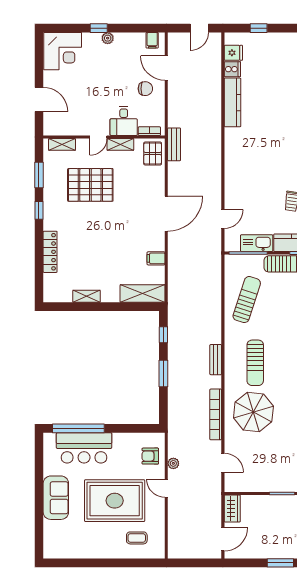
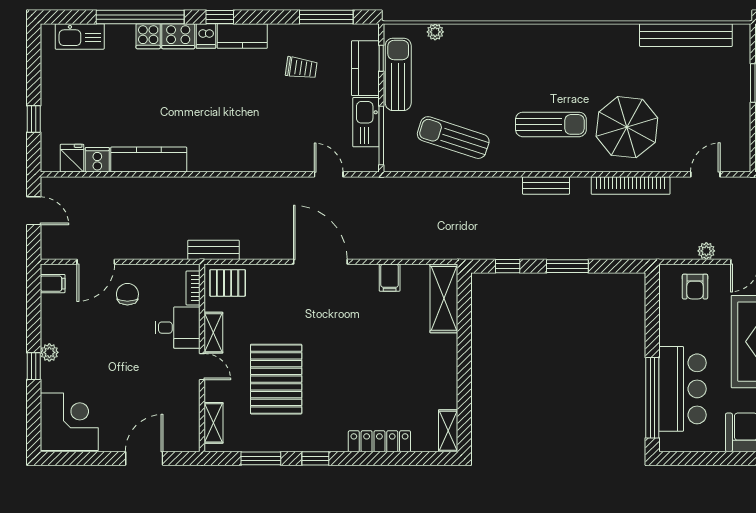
shelving: (86, 296) -> (448, 431), moved

